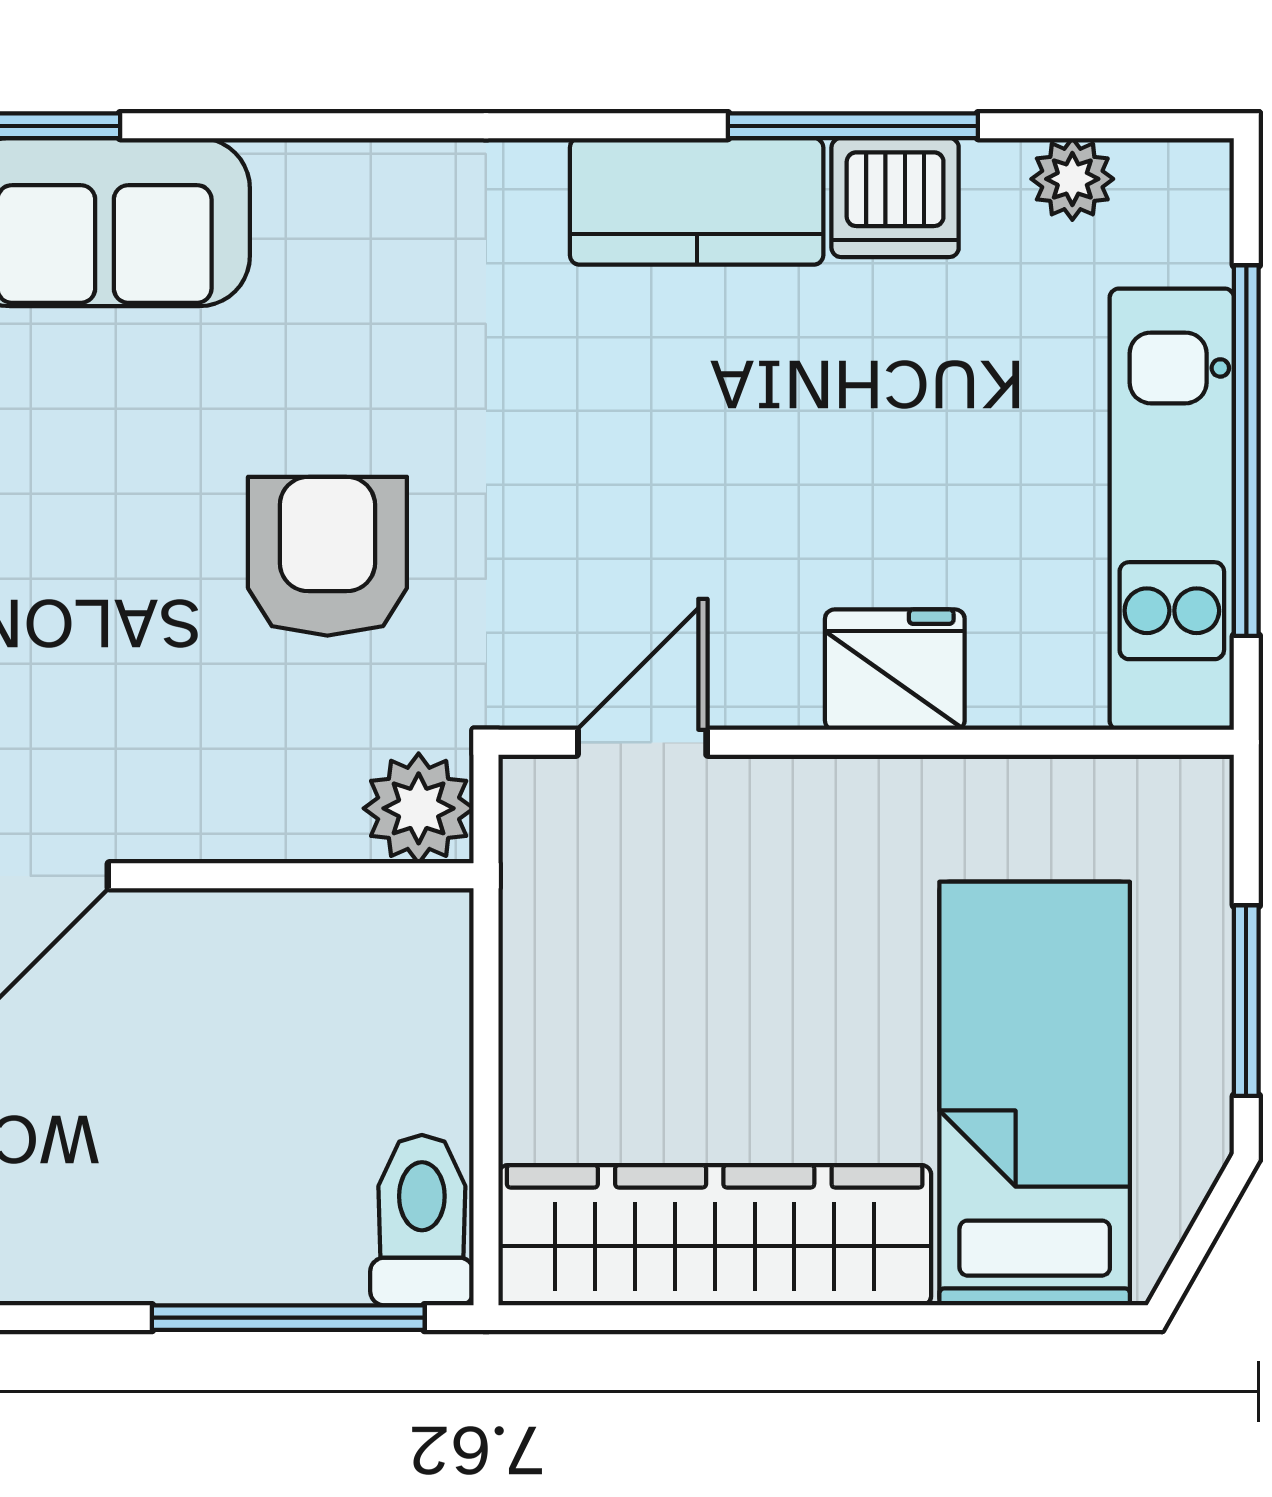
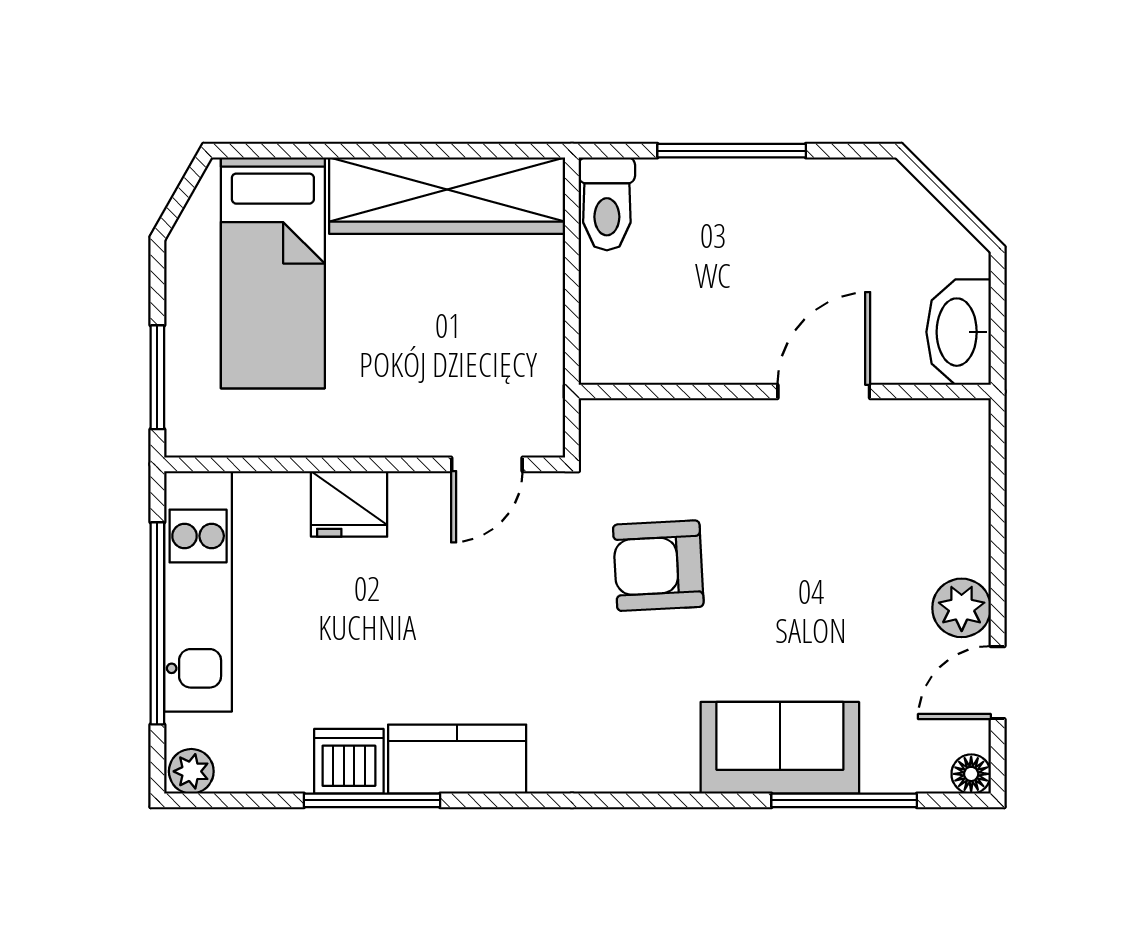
plant: (1072, 179) -> (191, 771), moved
armchair: (327, 556) -> (658, 566), turned 87
plant: (419, 808) -> (609, 428), removed
window: (1246, 1001) -> (157, 377), moved
window: (288, 1318) -> (732, 151), moved

